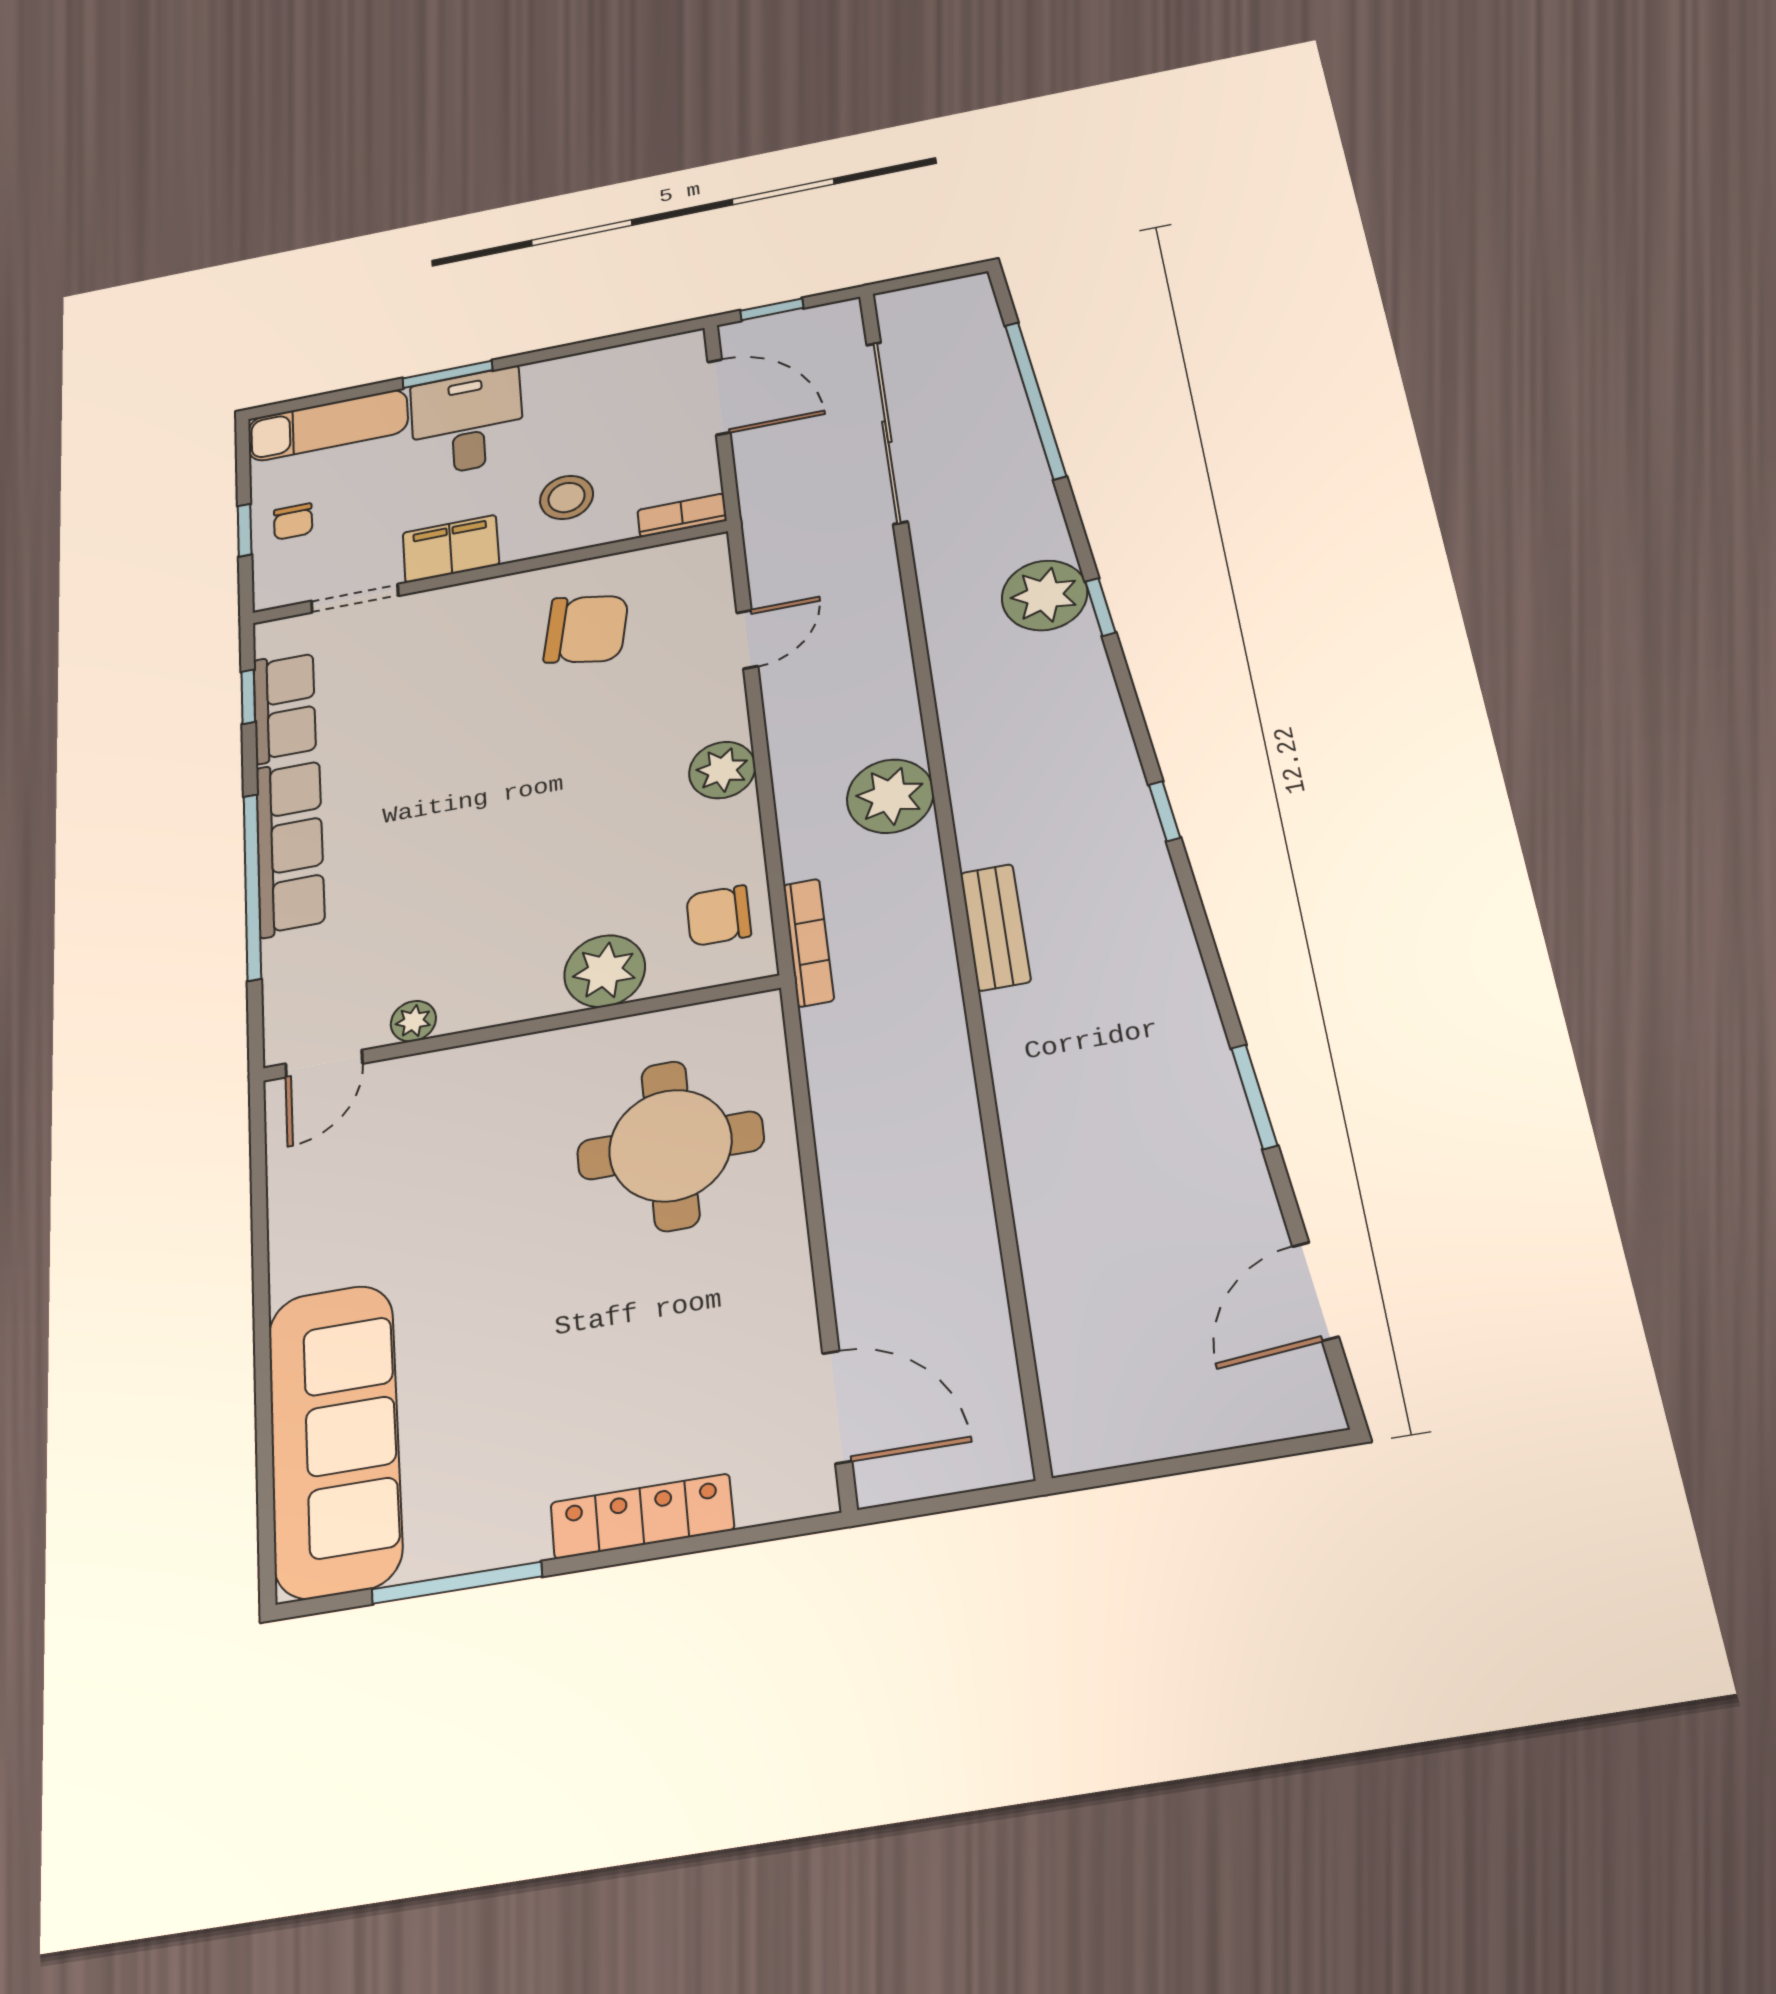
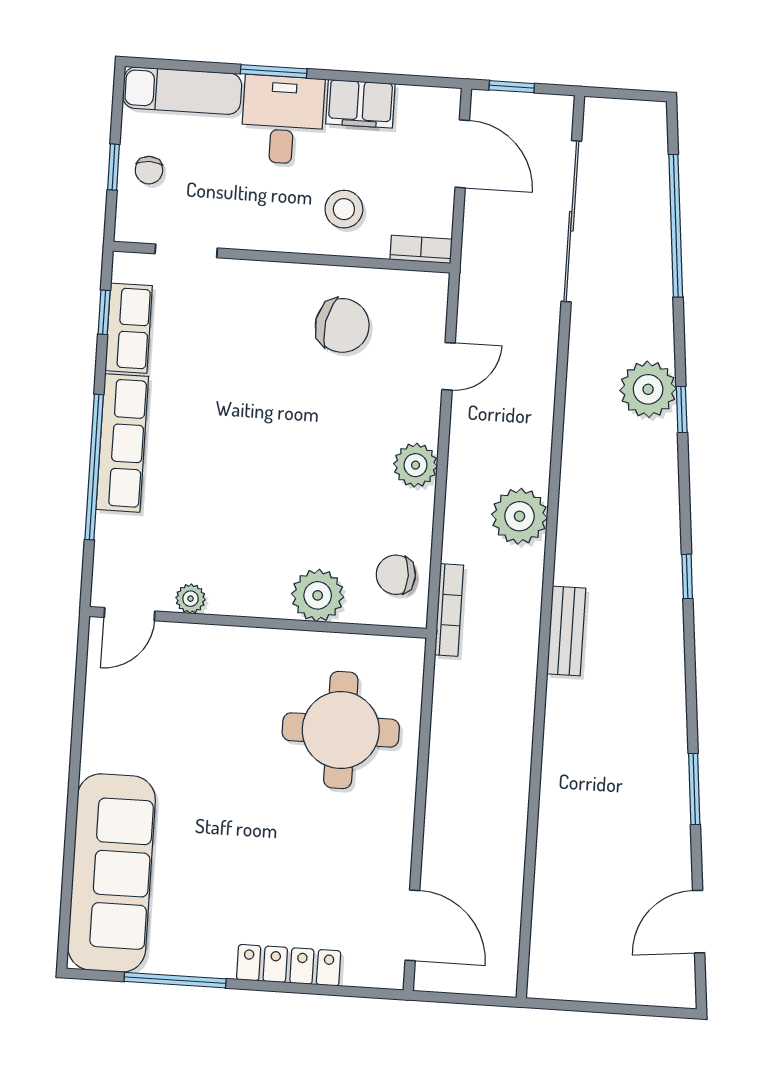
filing cabinet: (451, 549) -> (360, 104), moved, turned 180

